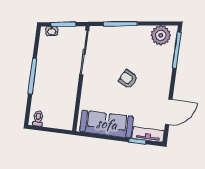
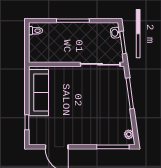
plant: (161, 35) -> (129, 134), width x0.53, depth x0.53
armchair: (128, 79) -> (81, 107), removed
tv unit: (148, 134) -> (34, 131), removed

